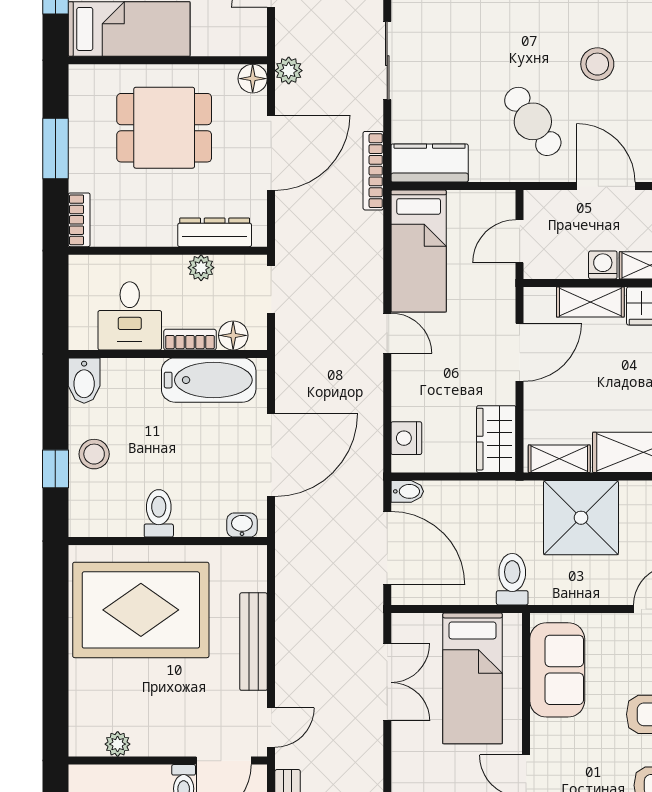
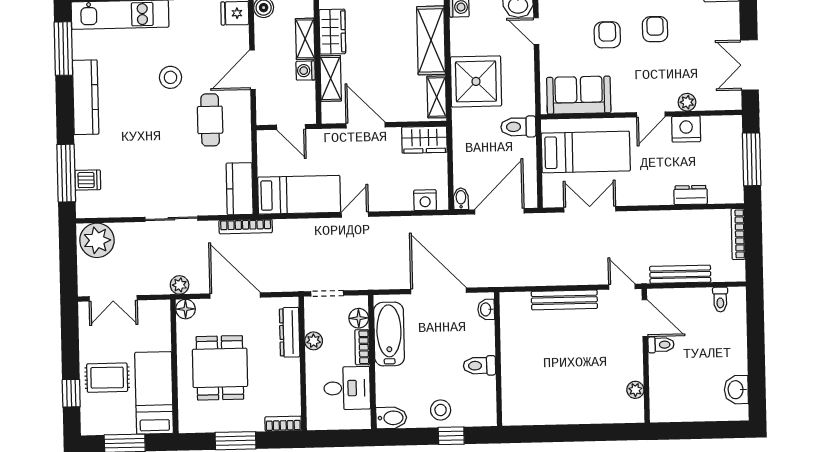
cafe table: (533, 121) -> (210, 120), turned -55
rug: (141, 610) -> (545, 376), removed

